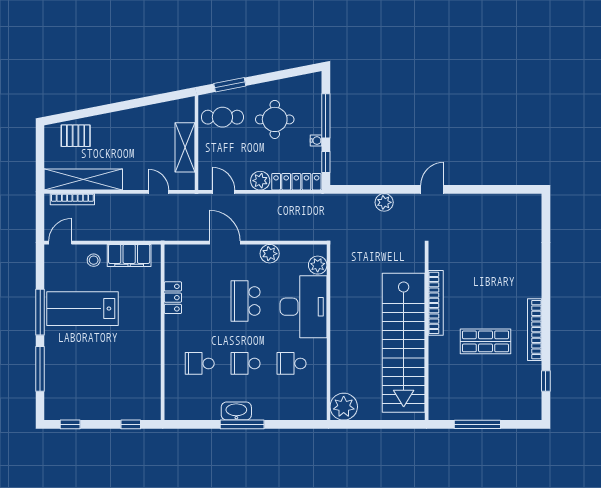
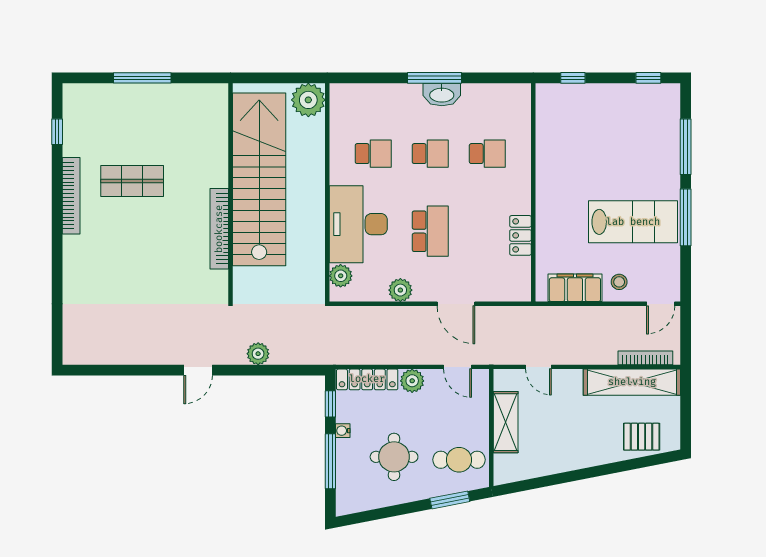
bookcase: (436, 303) -> (219, 229), moved
wall: (427, 332) -> (231, 192), moved
stairs: (404, 343) -> (259, 179), moved

